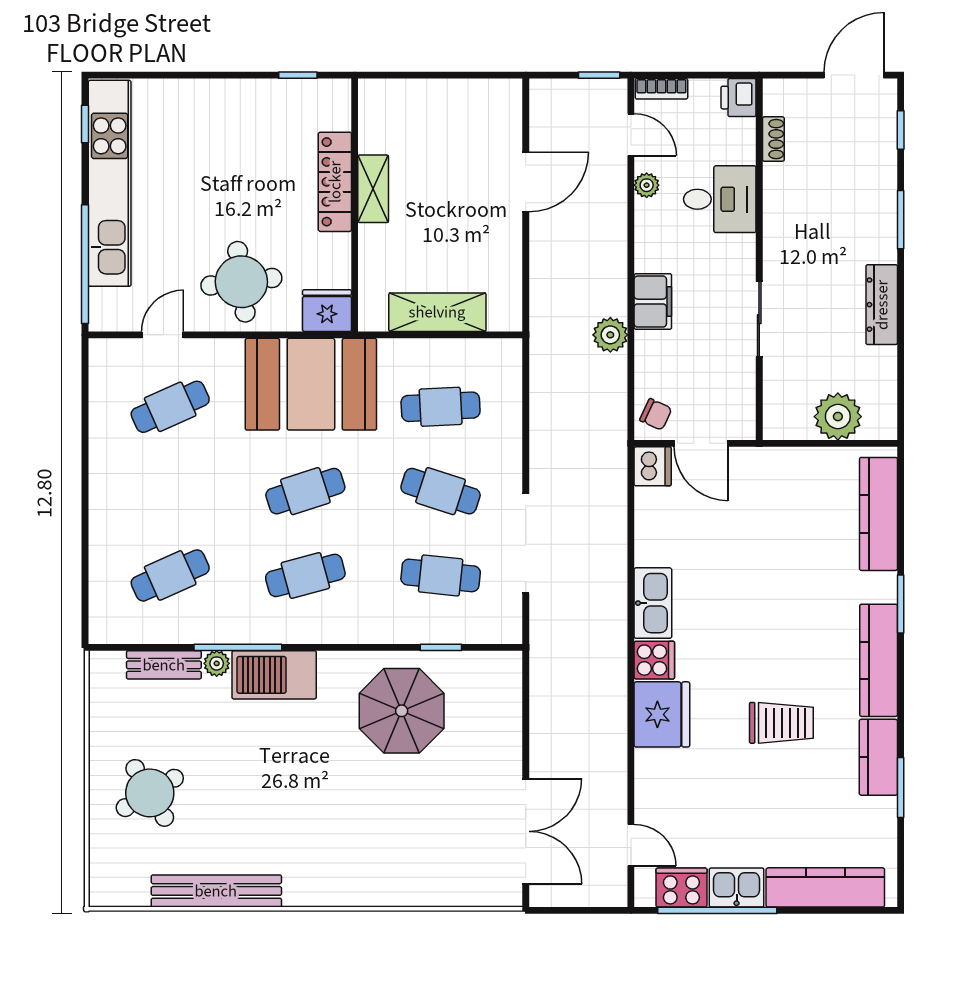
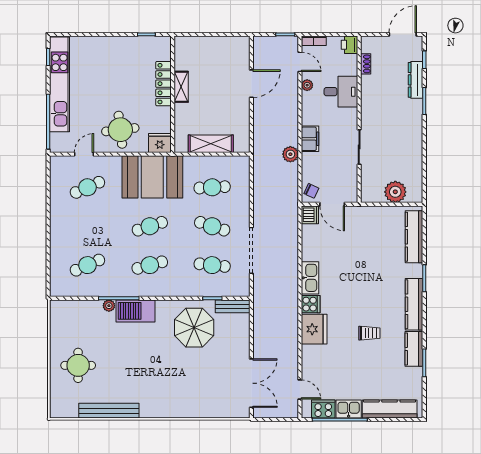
dresser: (882, 305) -> (416, 80), moved
bench: (164, 665) -> (233, 306), moved
trolley: (781, 723) -> (369, 333), width x0.73, depth x0.72
round table: (150, 793) -> (78, 365), turned 31

